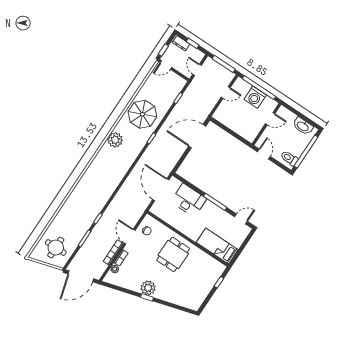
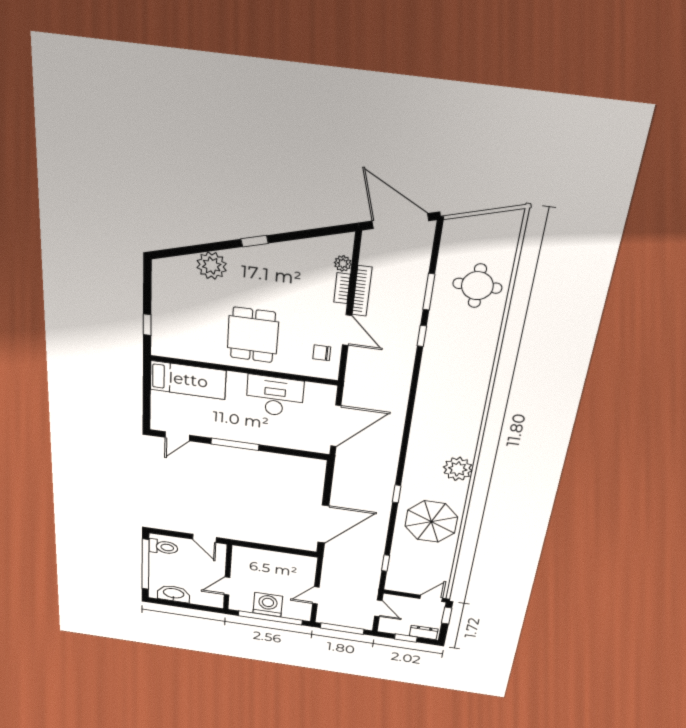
door: (161, 190) -> (336, 426), hinge flipped
desk: (189, 200) -> (275, 396), moved, turned 180
round table: (56, 248) -> (477, 286), moved
door: (81, 276) -> (400, 221), hinge flipped
plant: (148, 288) -> (212, 266), moved

